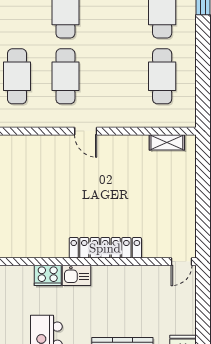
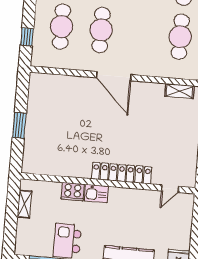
door: (86, 131) -> (114, 76), width x1.87
door: (181, 262) -> (170, 189), moved

